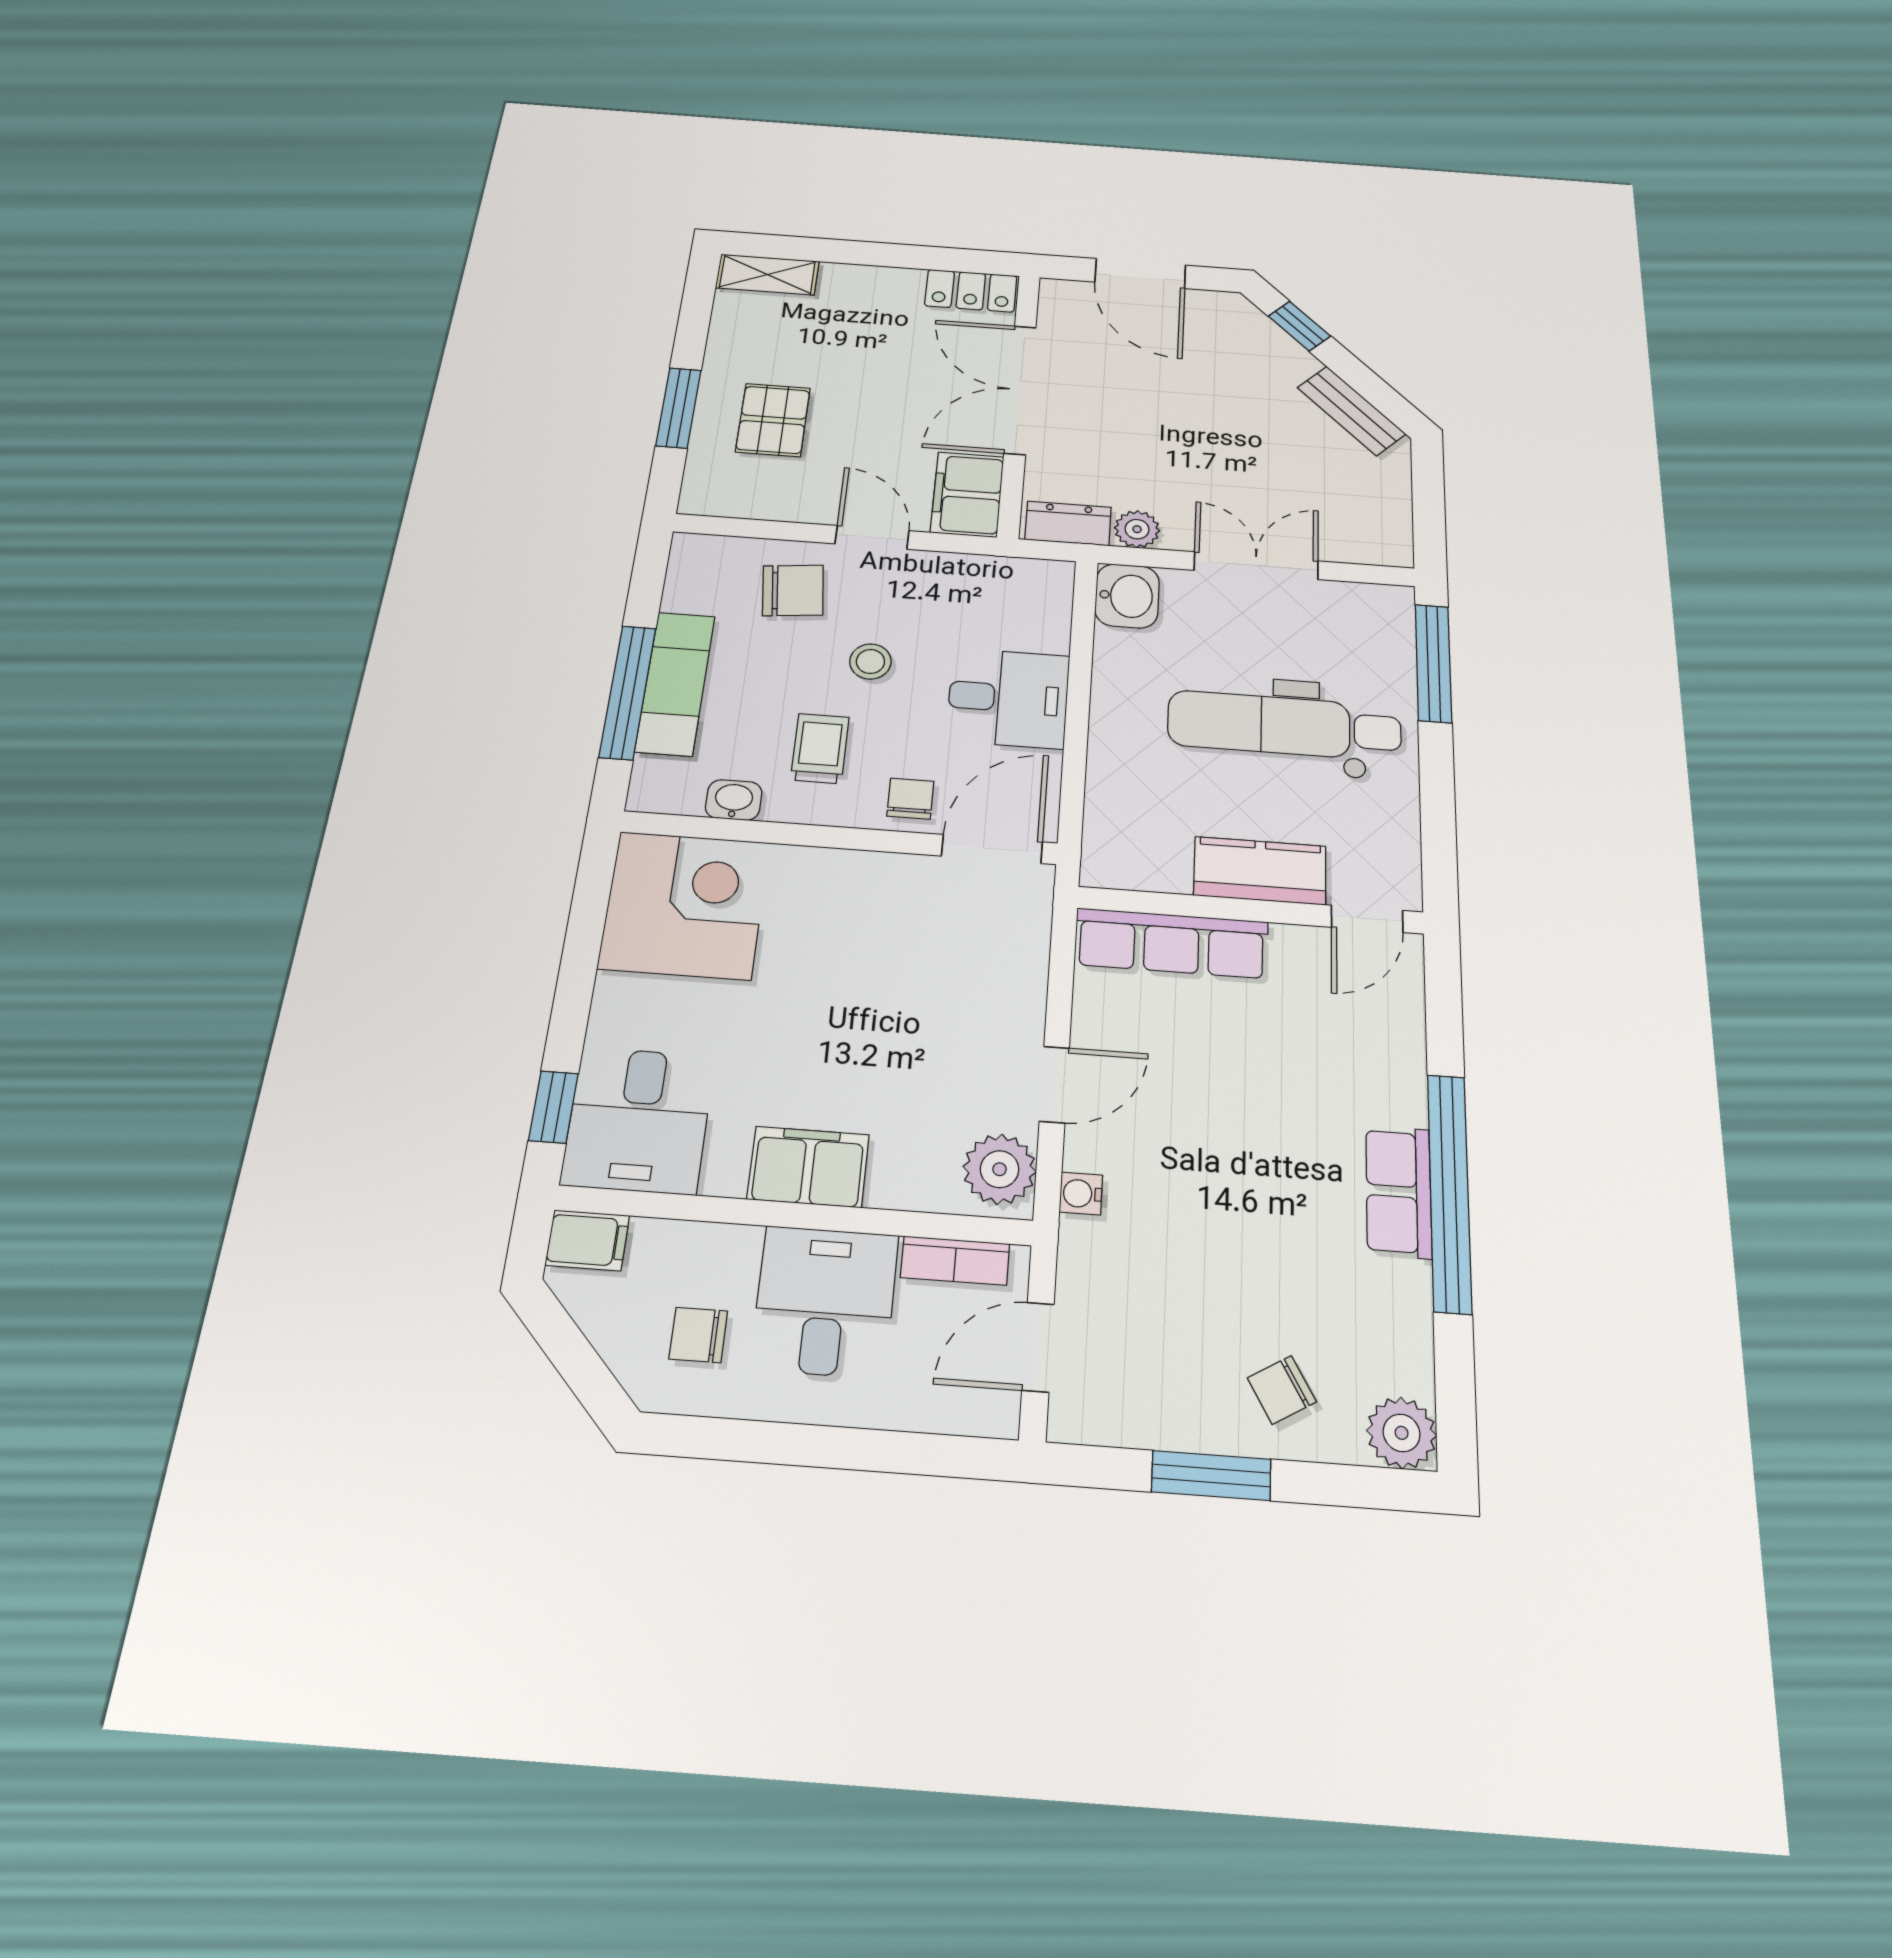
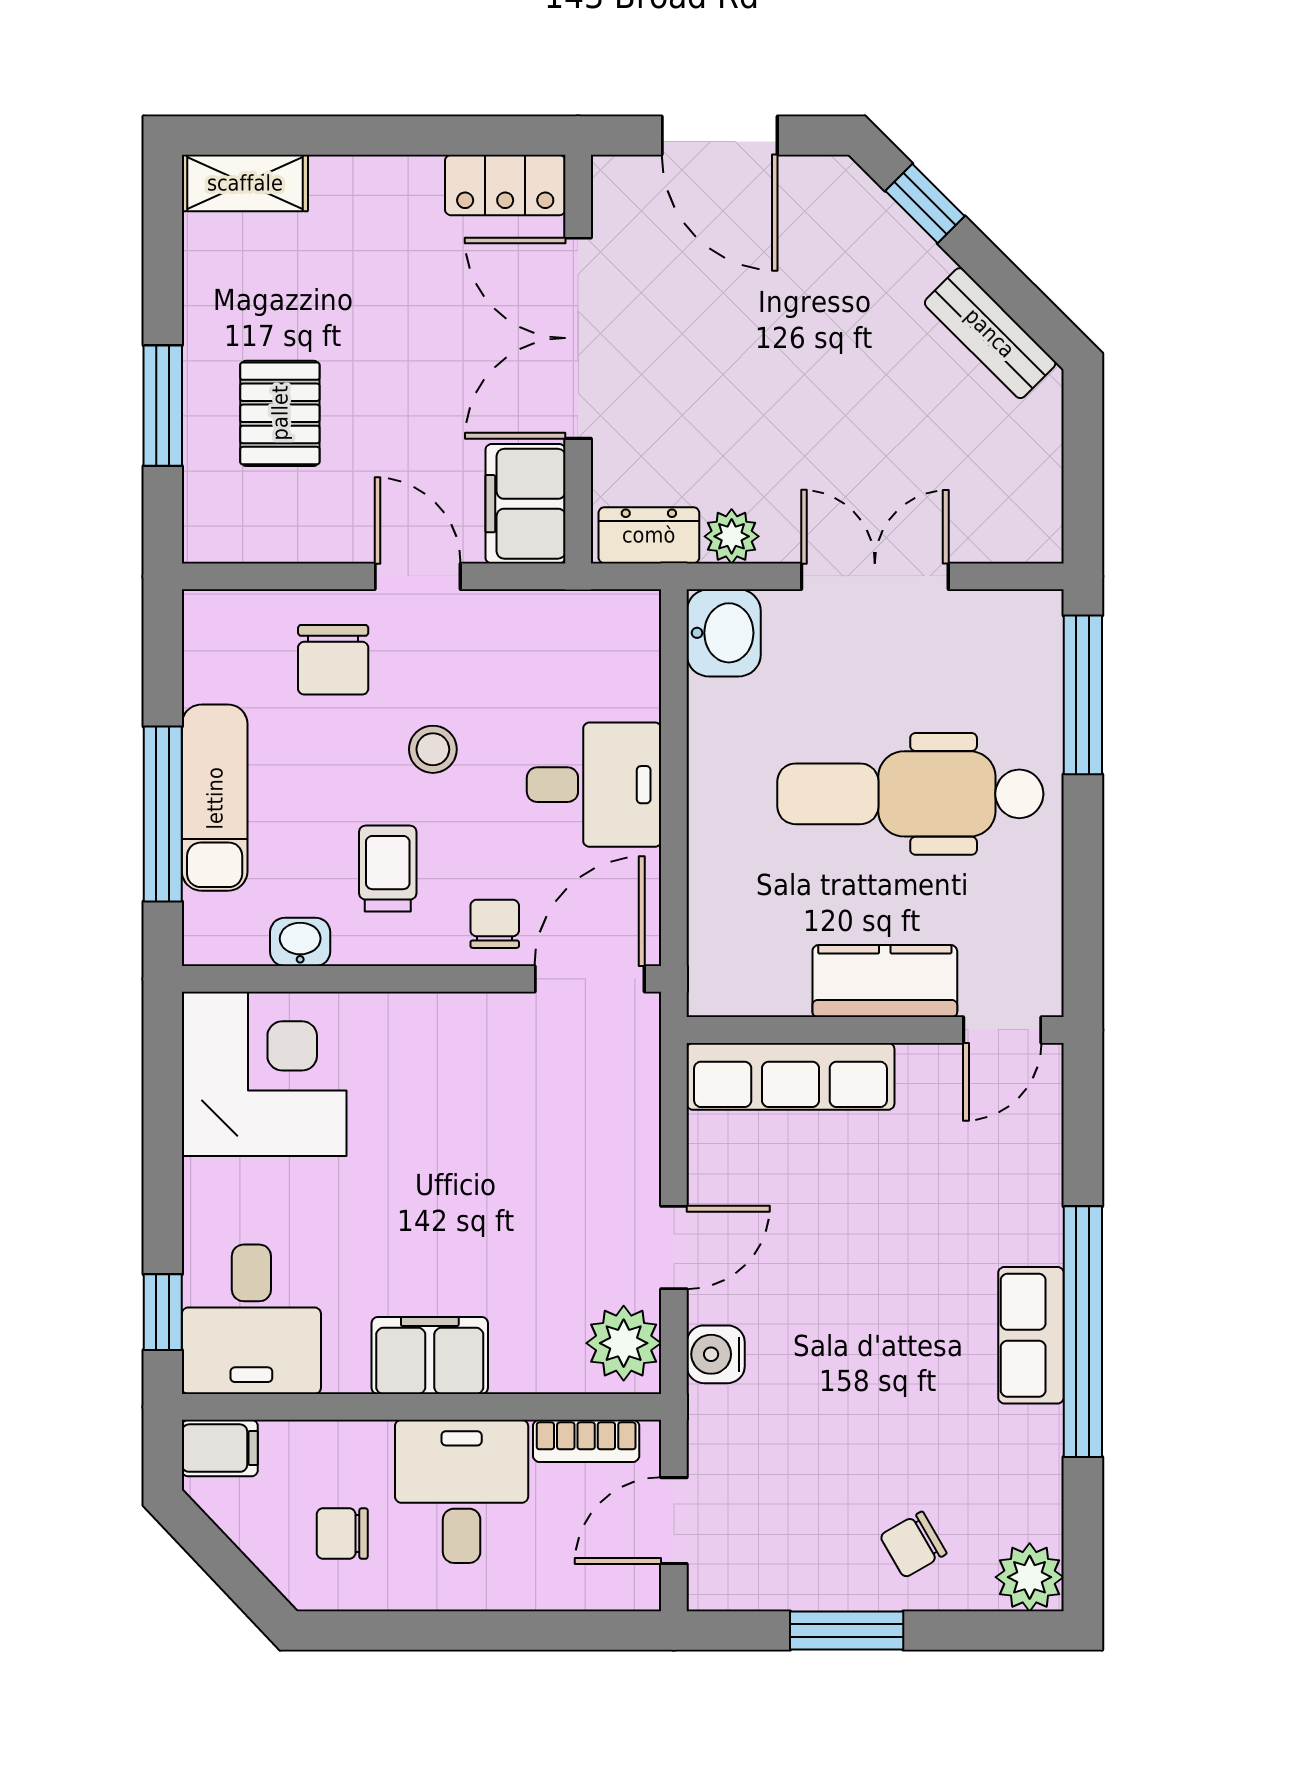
chair: (793, 590) -> (333, 660), turned 96
water cooler: (1081, 1194) -> (716, 1354), width x1.38, depth x1.38

